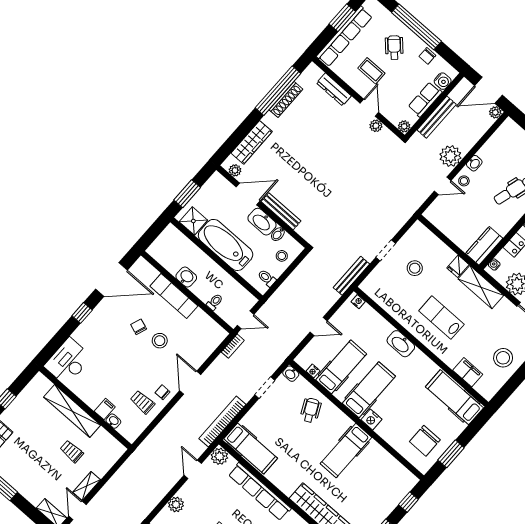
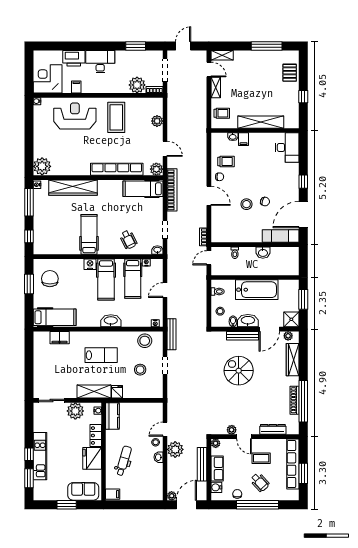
spiral stairs: (316, 179) -> (239, 371), added
shower: (193, 221) -> (291, 319), moved
exam couch: (174, 296) -> (281, 236), moved
stool: (503, 358) -> (145, 341), moved
trolley: (72, 451) -> (222, 113), moved

